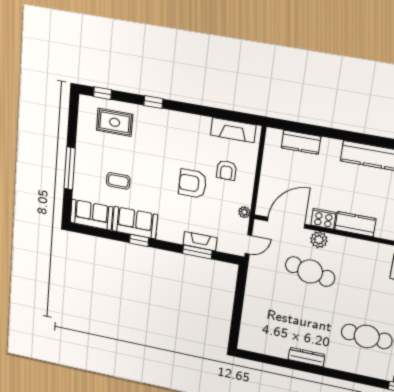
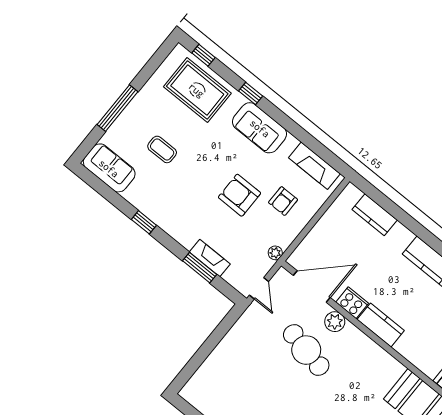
rug: (115, 122) -> (197, 90), width x1.36, depth x1.43
sofa: (135, 223) -> (260, 128), moved, turned 180
door: (248, 244) -> (259, 288), hinge flipped

